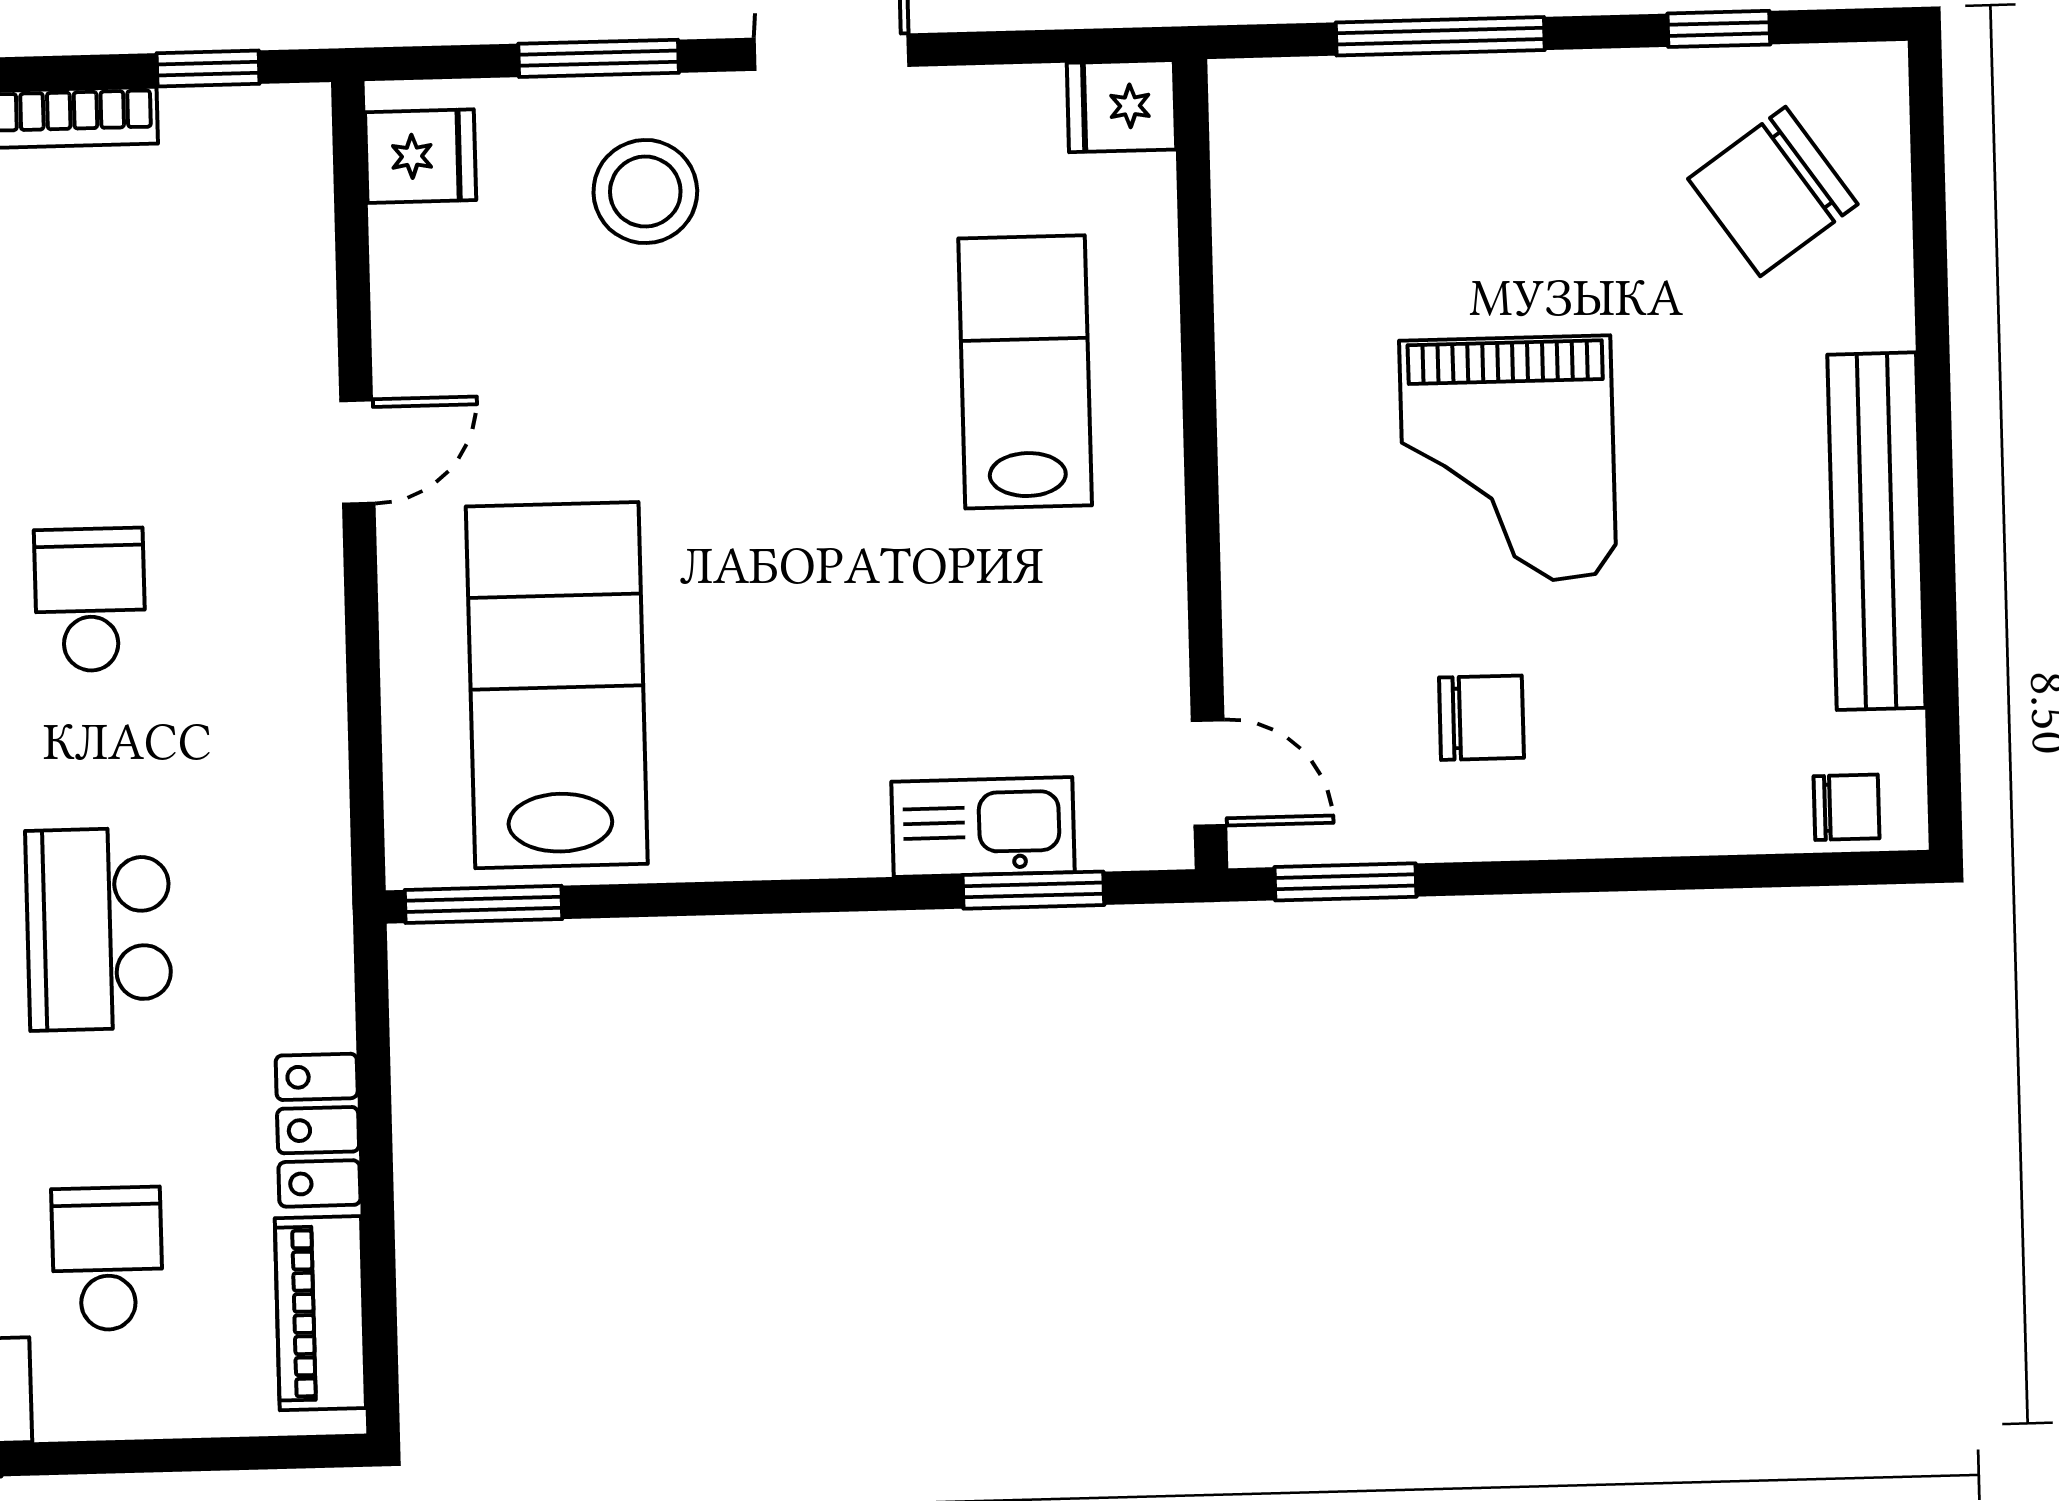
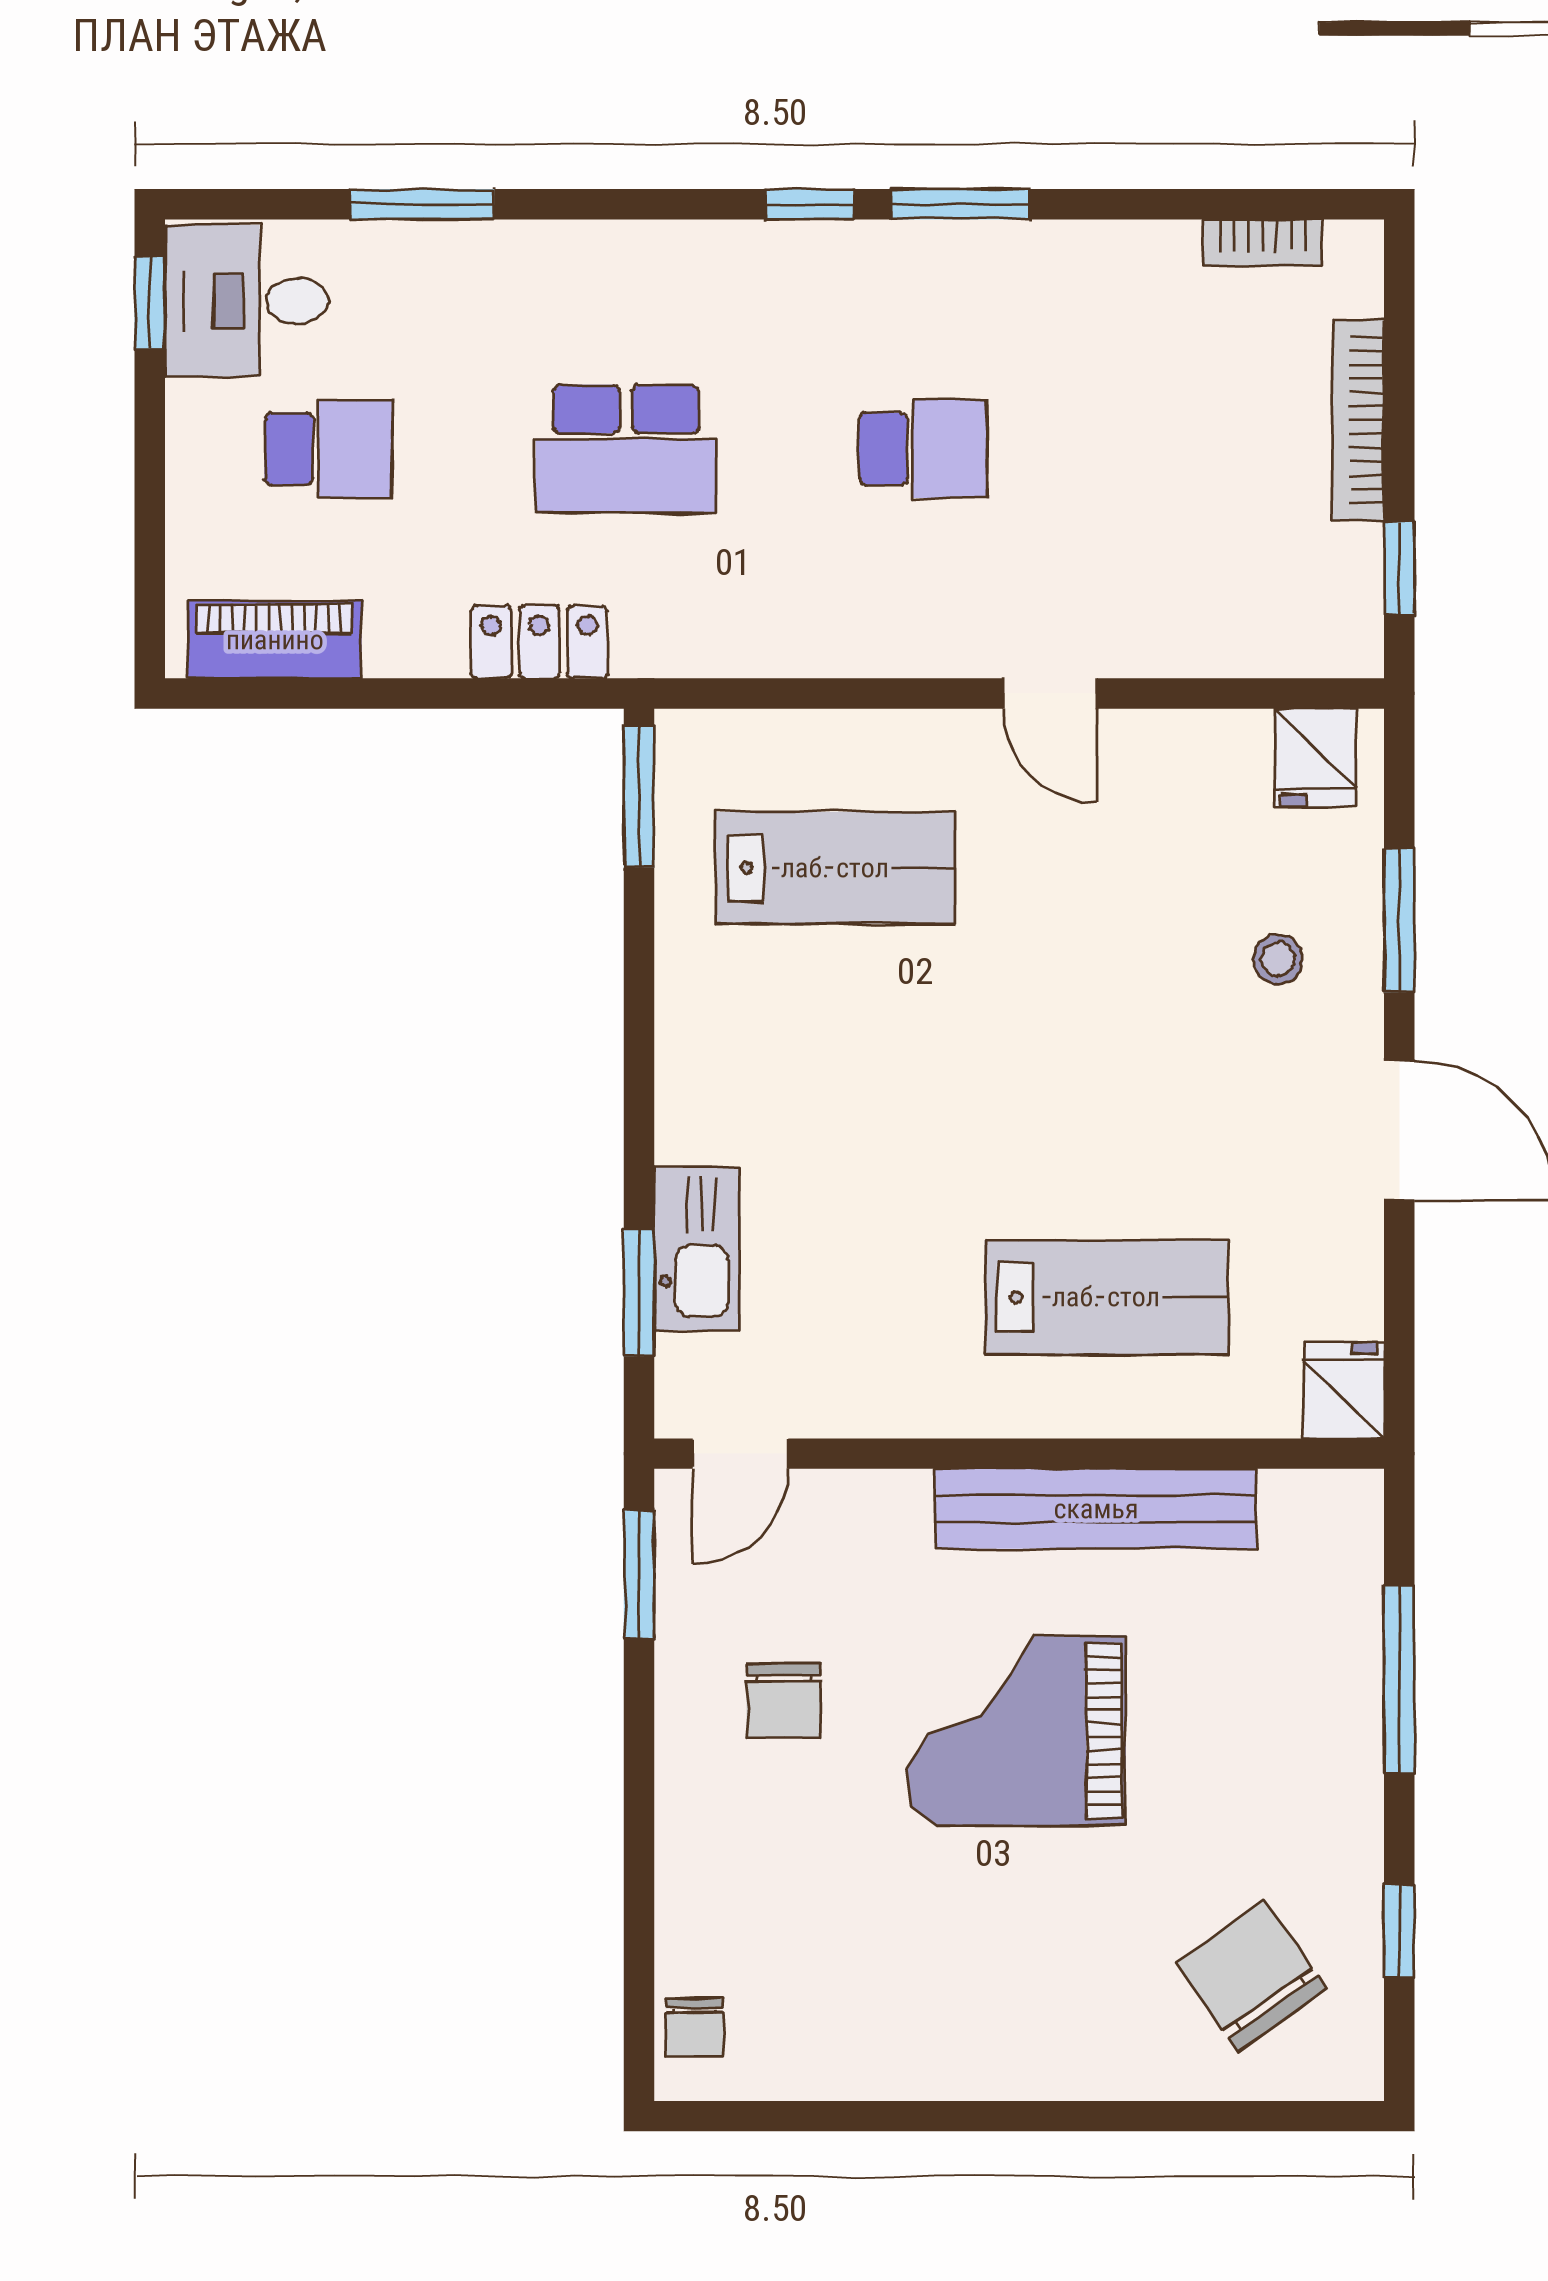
stool: (645, 192) -> (1278, 959), width x0.53, depth x0.53
bench: (1876, 531) -> (1096, 1509), moved
lab bench: (557, 685) -> (835, 868), width x0.73, depth x0.72
school desk: (99, 929) -> (626, 449), turned 180
locker: (318, 1130) -> (539, 642), moved

